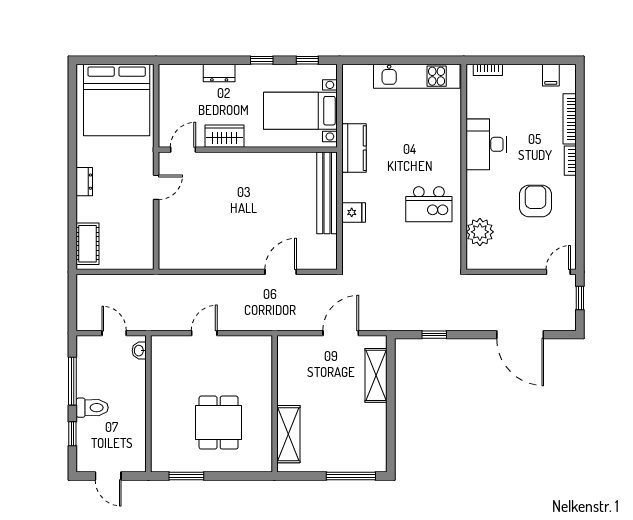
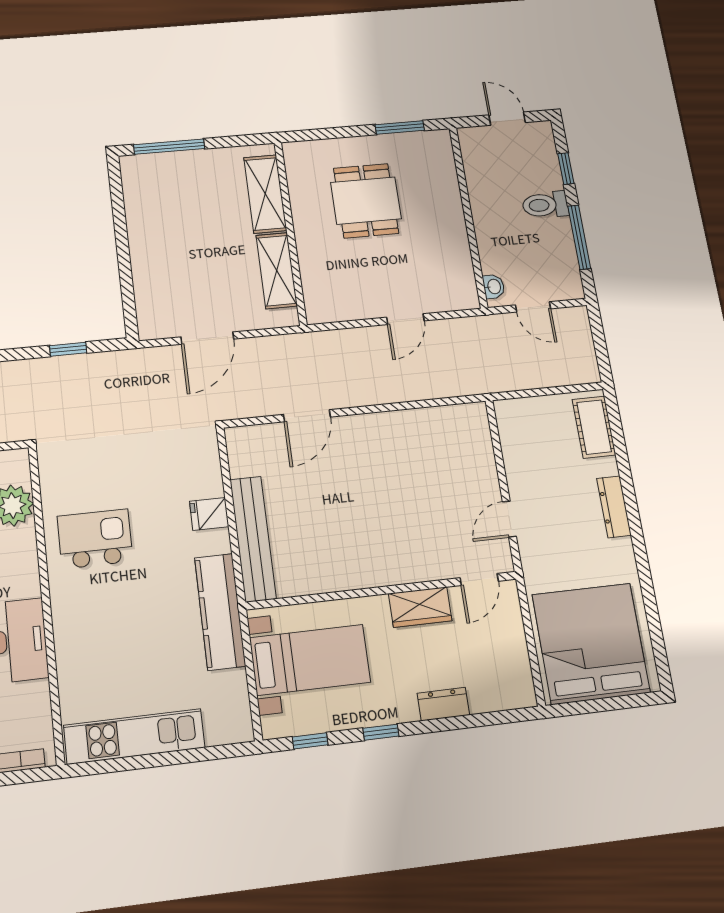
kitchen counter: (354, 148) -> (220, 612), width x1.50
dresser: (84, 182) -> (614, 507), width x1.44
shelving: (376, 375) -> (277, 271), moved

